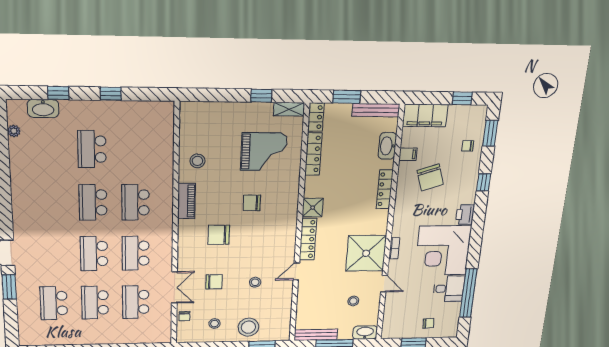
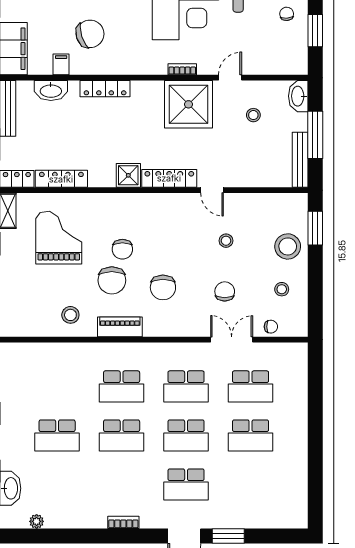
chair: (226, 195) -> (112, 280), added
bookcase: (17, 204) -> (123, 522), added
school desk: (54, 303) -> (186, 484), moved

